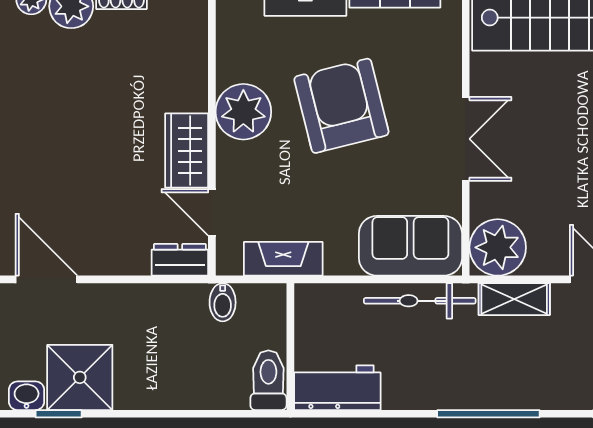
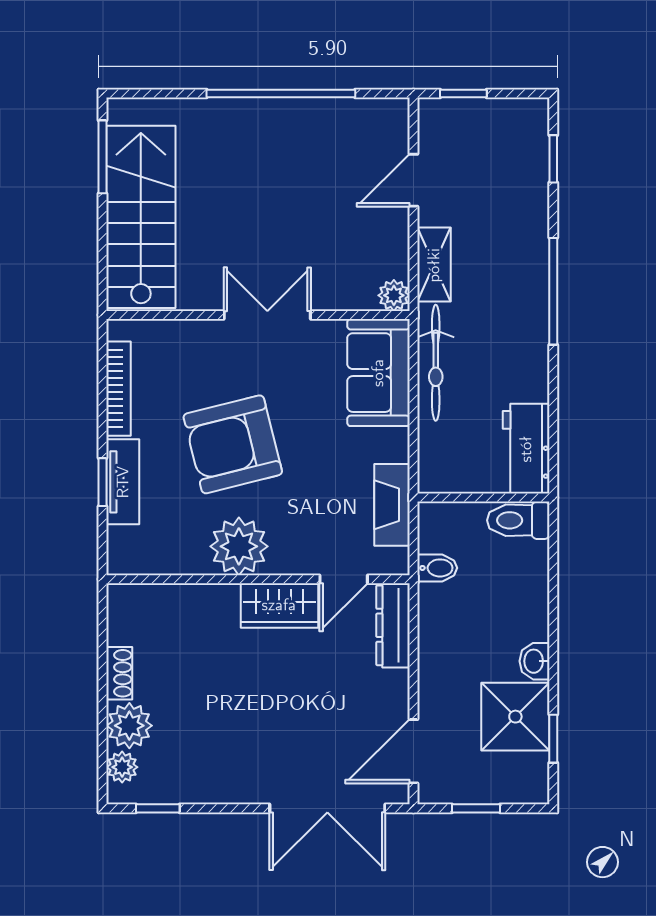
plant: (498, 247) -> (394, 295), width x0.53, depth x0.53
dresser: (180, 260) -> (393, 625), width x1.44
washbasin: (27, 396) -> (535, 661), moved

